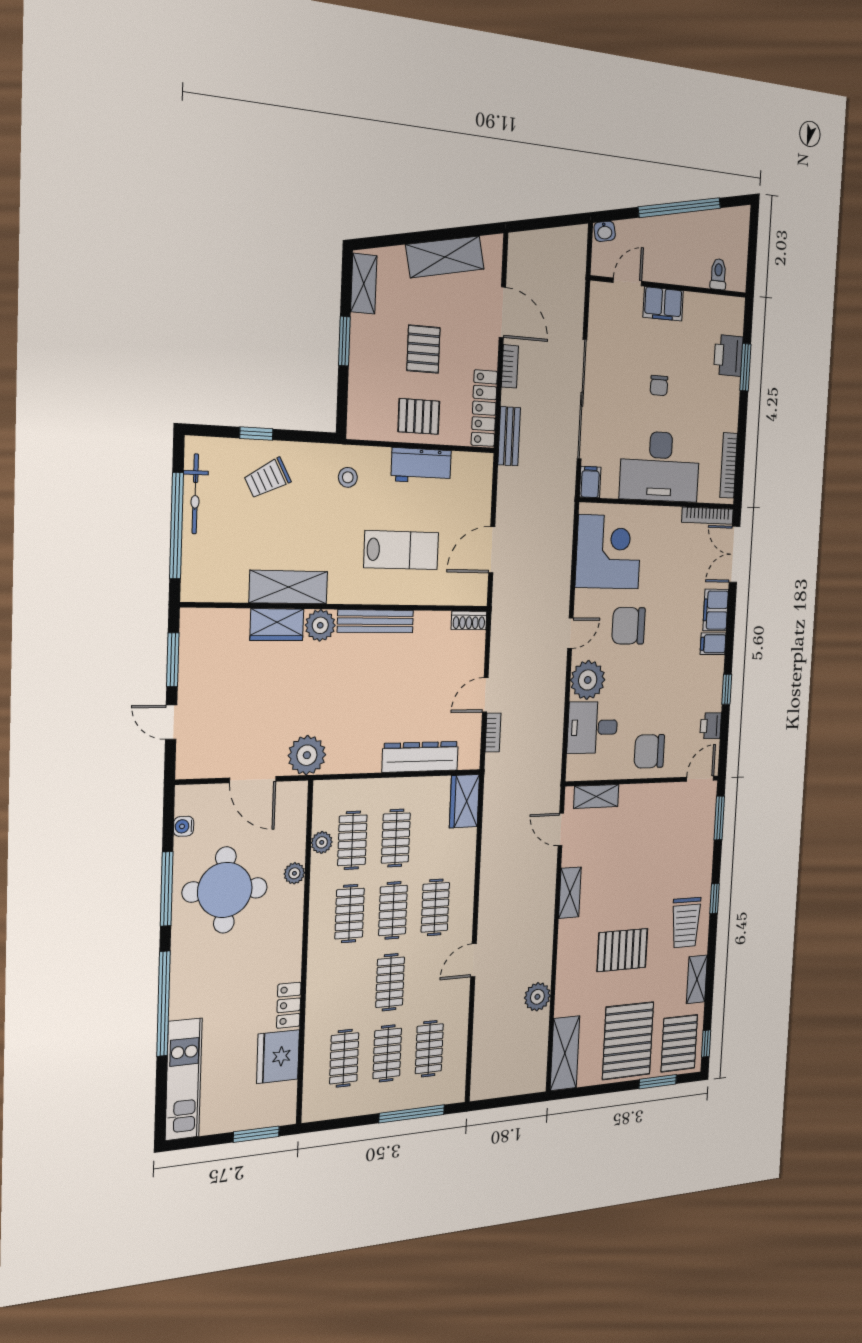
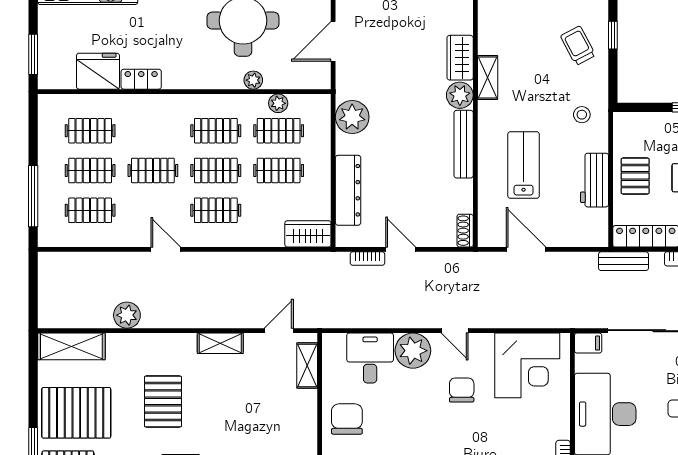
lab bench: (401, 550) -> (524, 165), turned 180
shelving: (288, 587) -> (488, 78), width x0.67, depth x0.75
chair: (629, 626) -> (462, 390), width x0.73, depth x0.73
plant: (307, 755) -> (352, 117), moved

